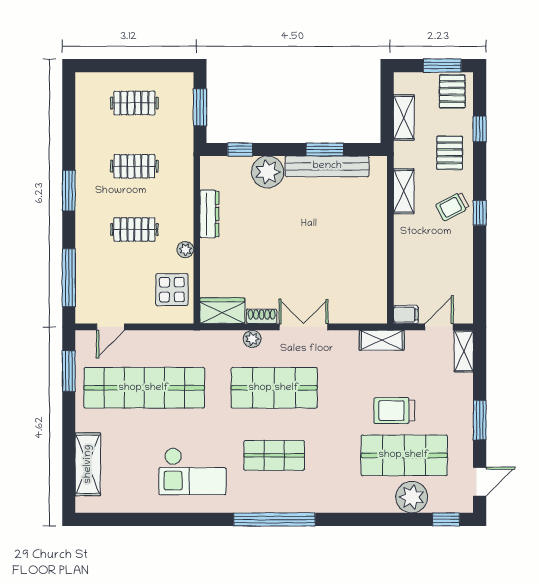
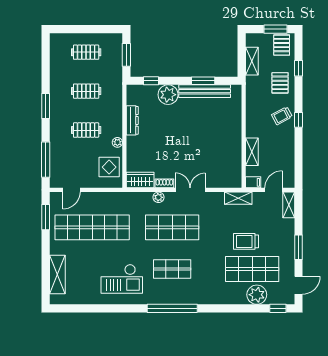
shelving: (404, 191) -> (252, 152), moved

